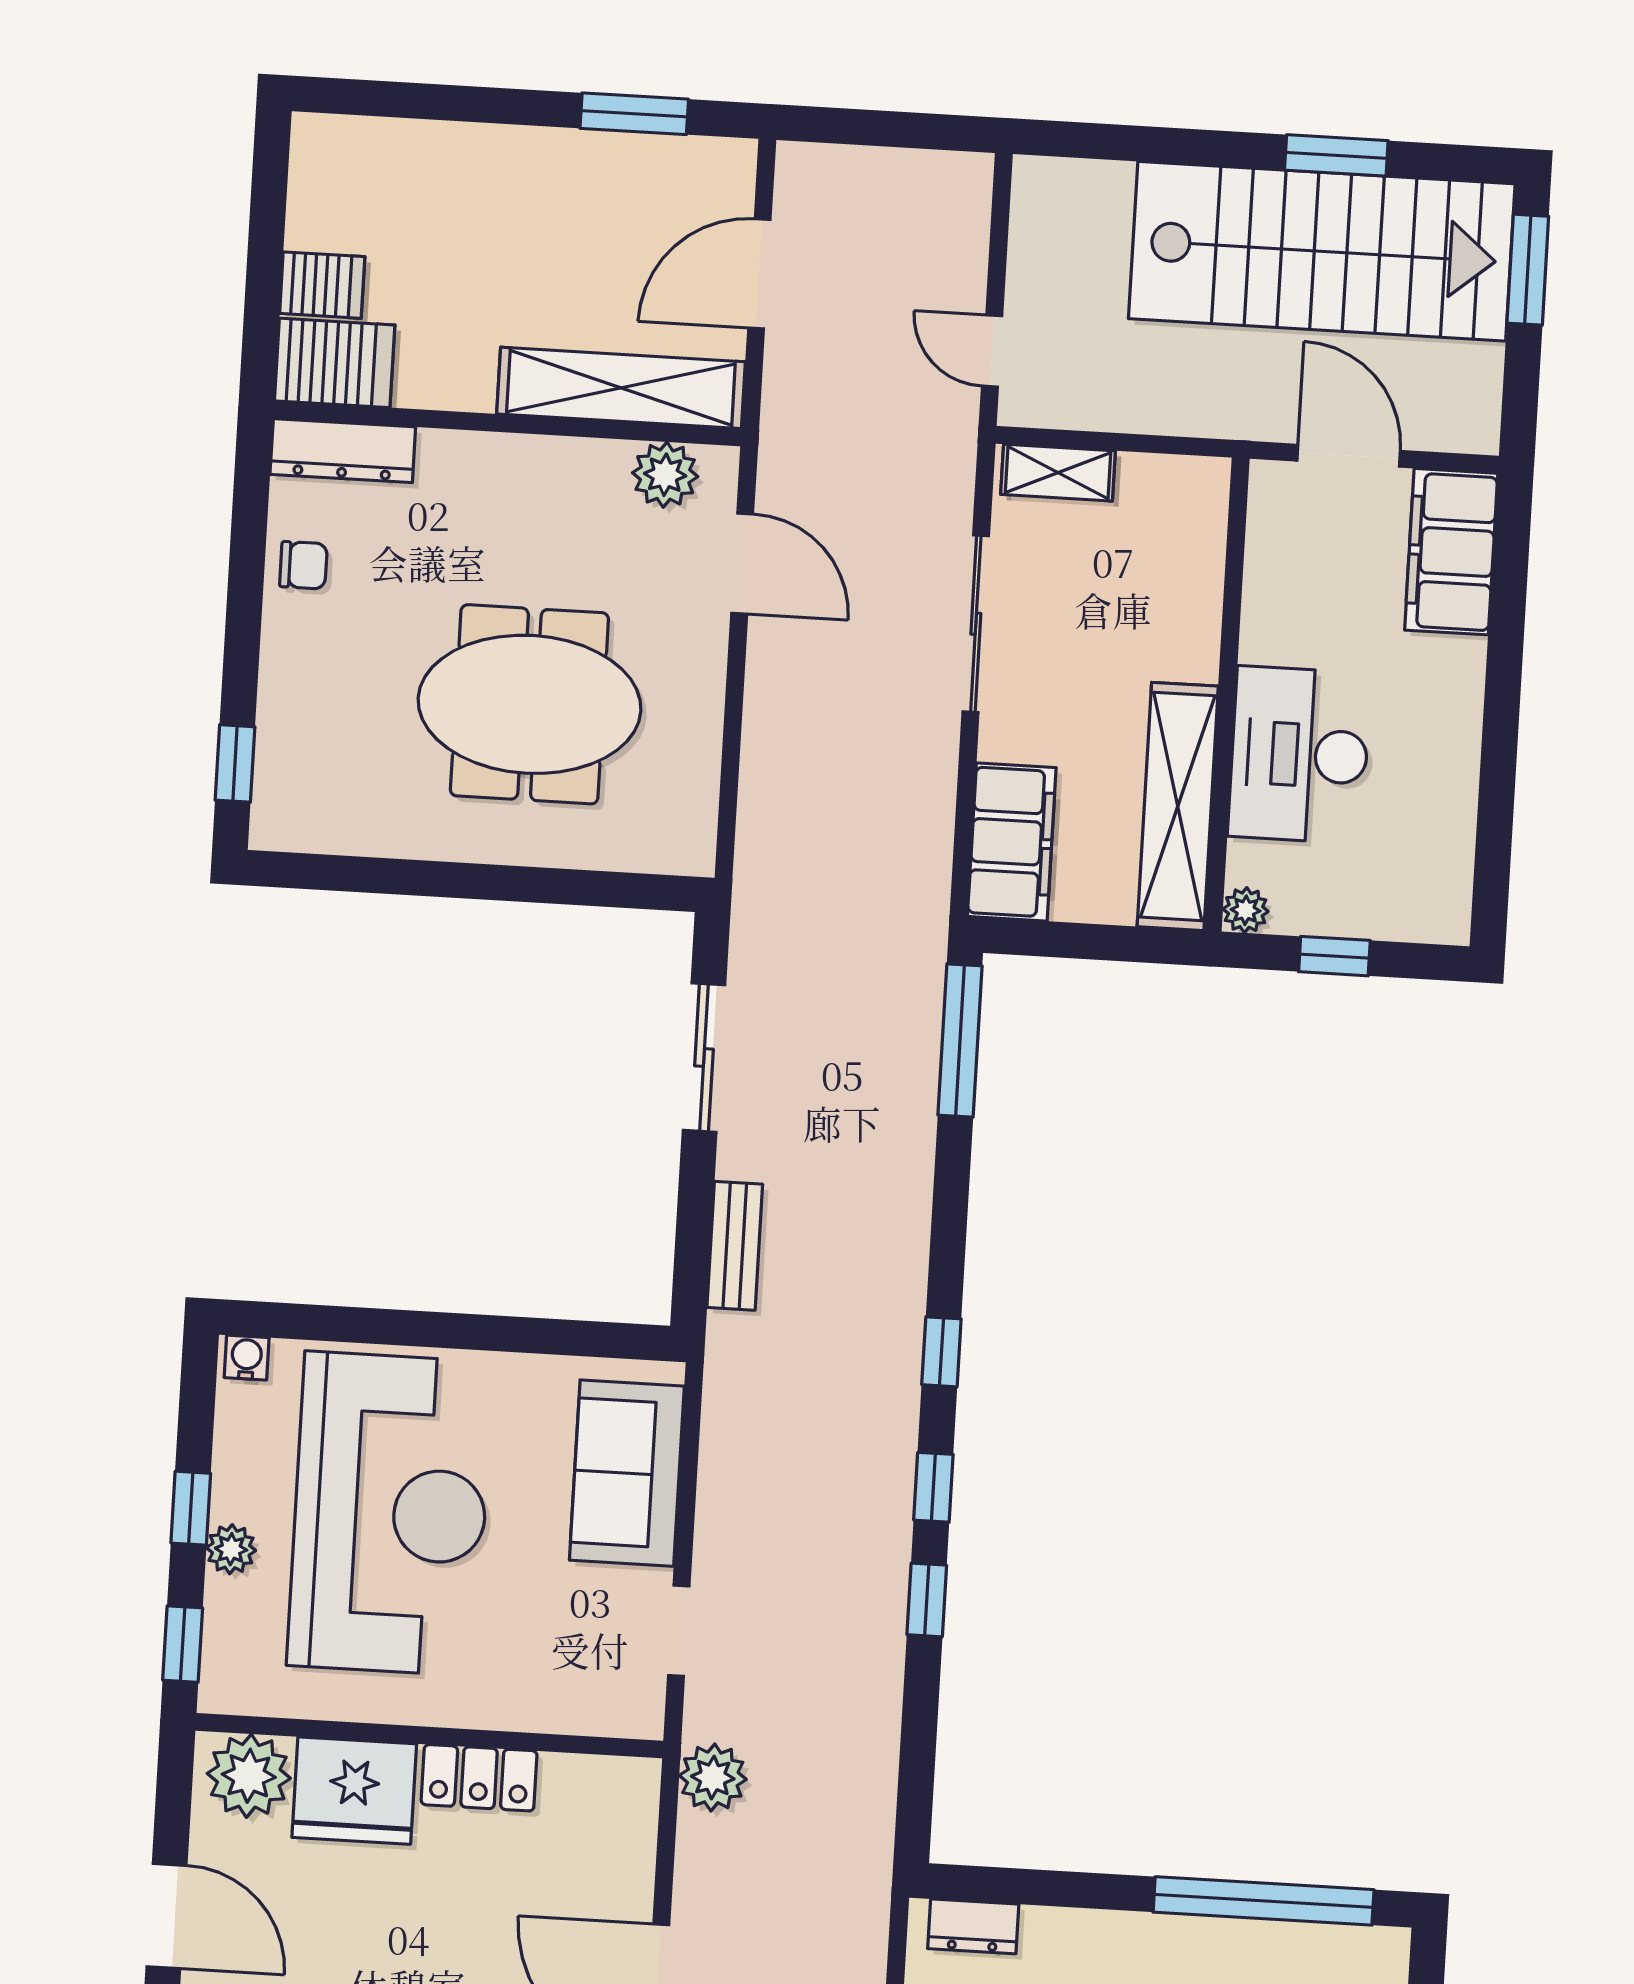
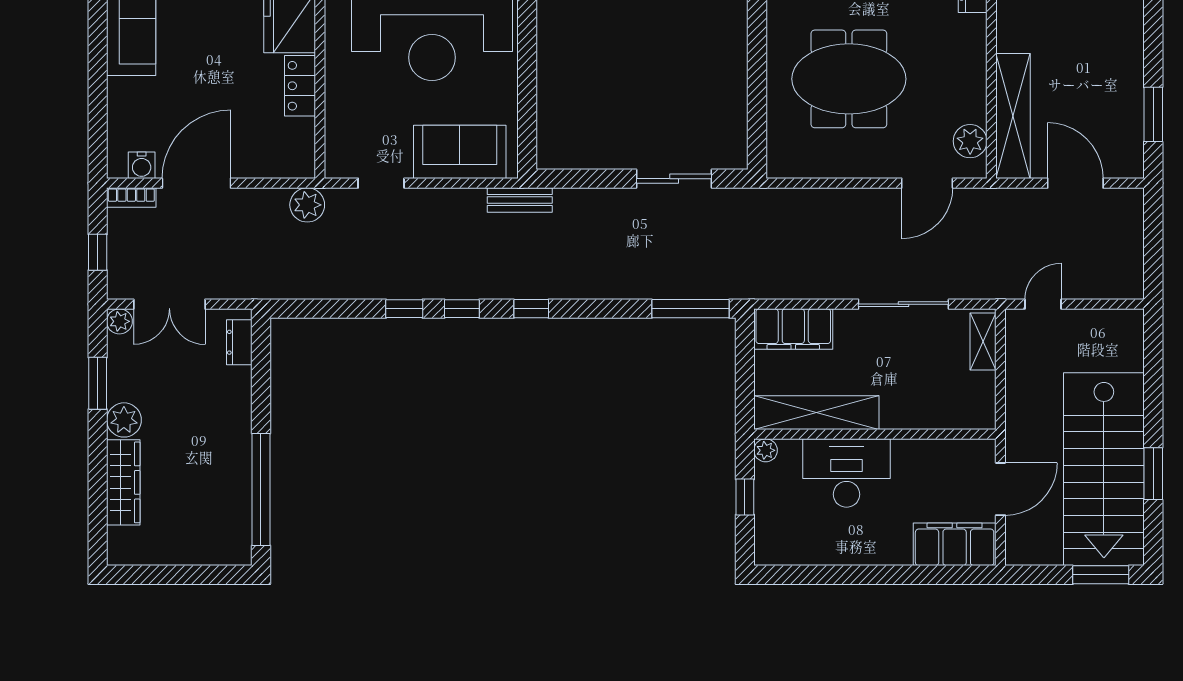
meeting table: (529, 704) -> (849, 79), turned 90
bench: (735, 1246) -> (520, 200), moved

